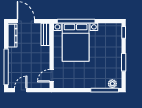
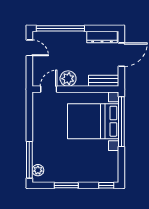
plant: (44, 61) -> (68, 79), added
door: (52, 76) -> (49, 89), hinge flipped

